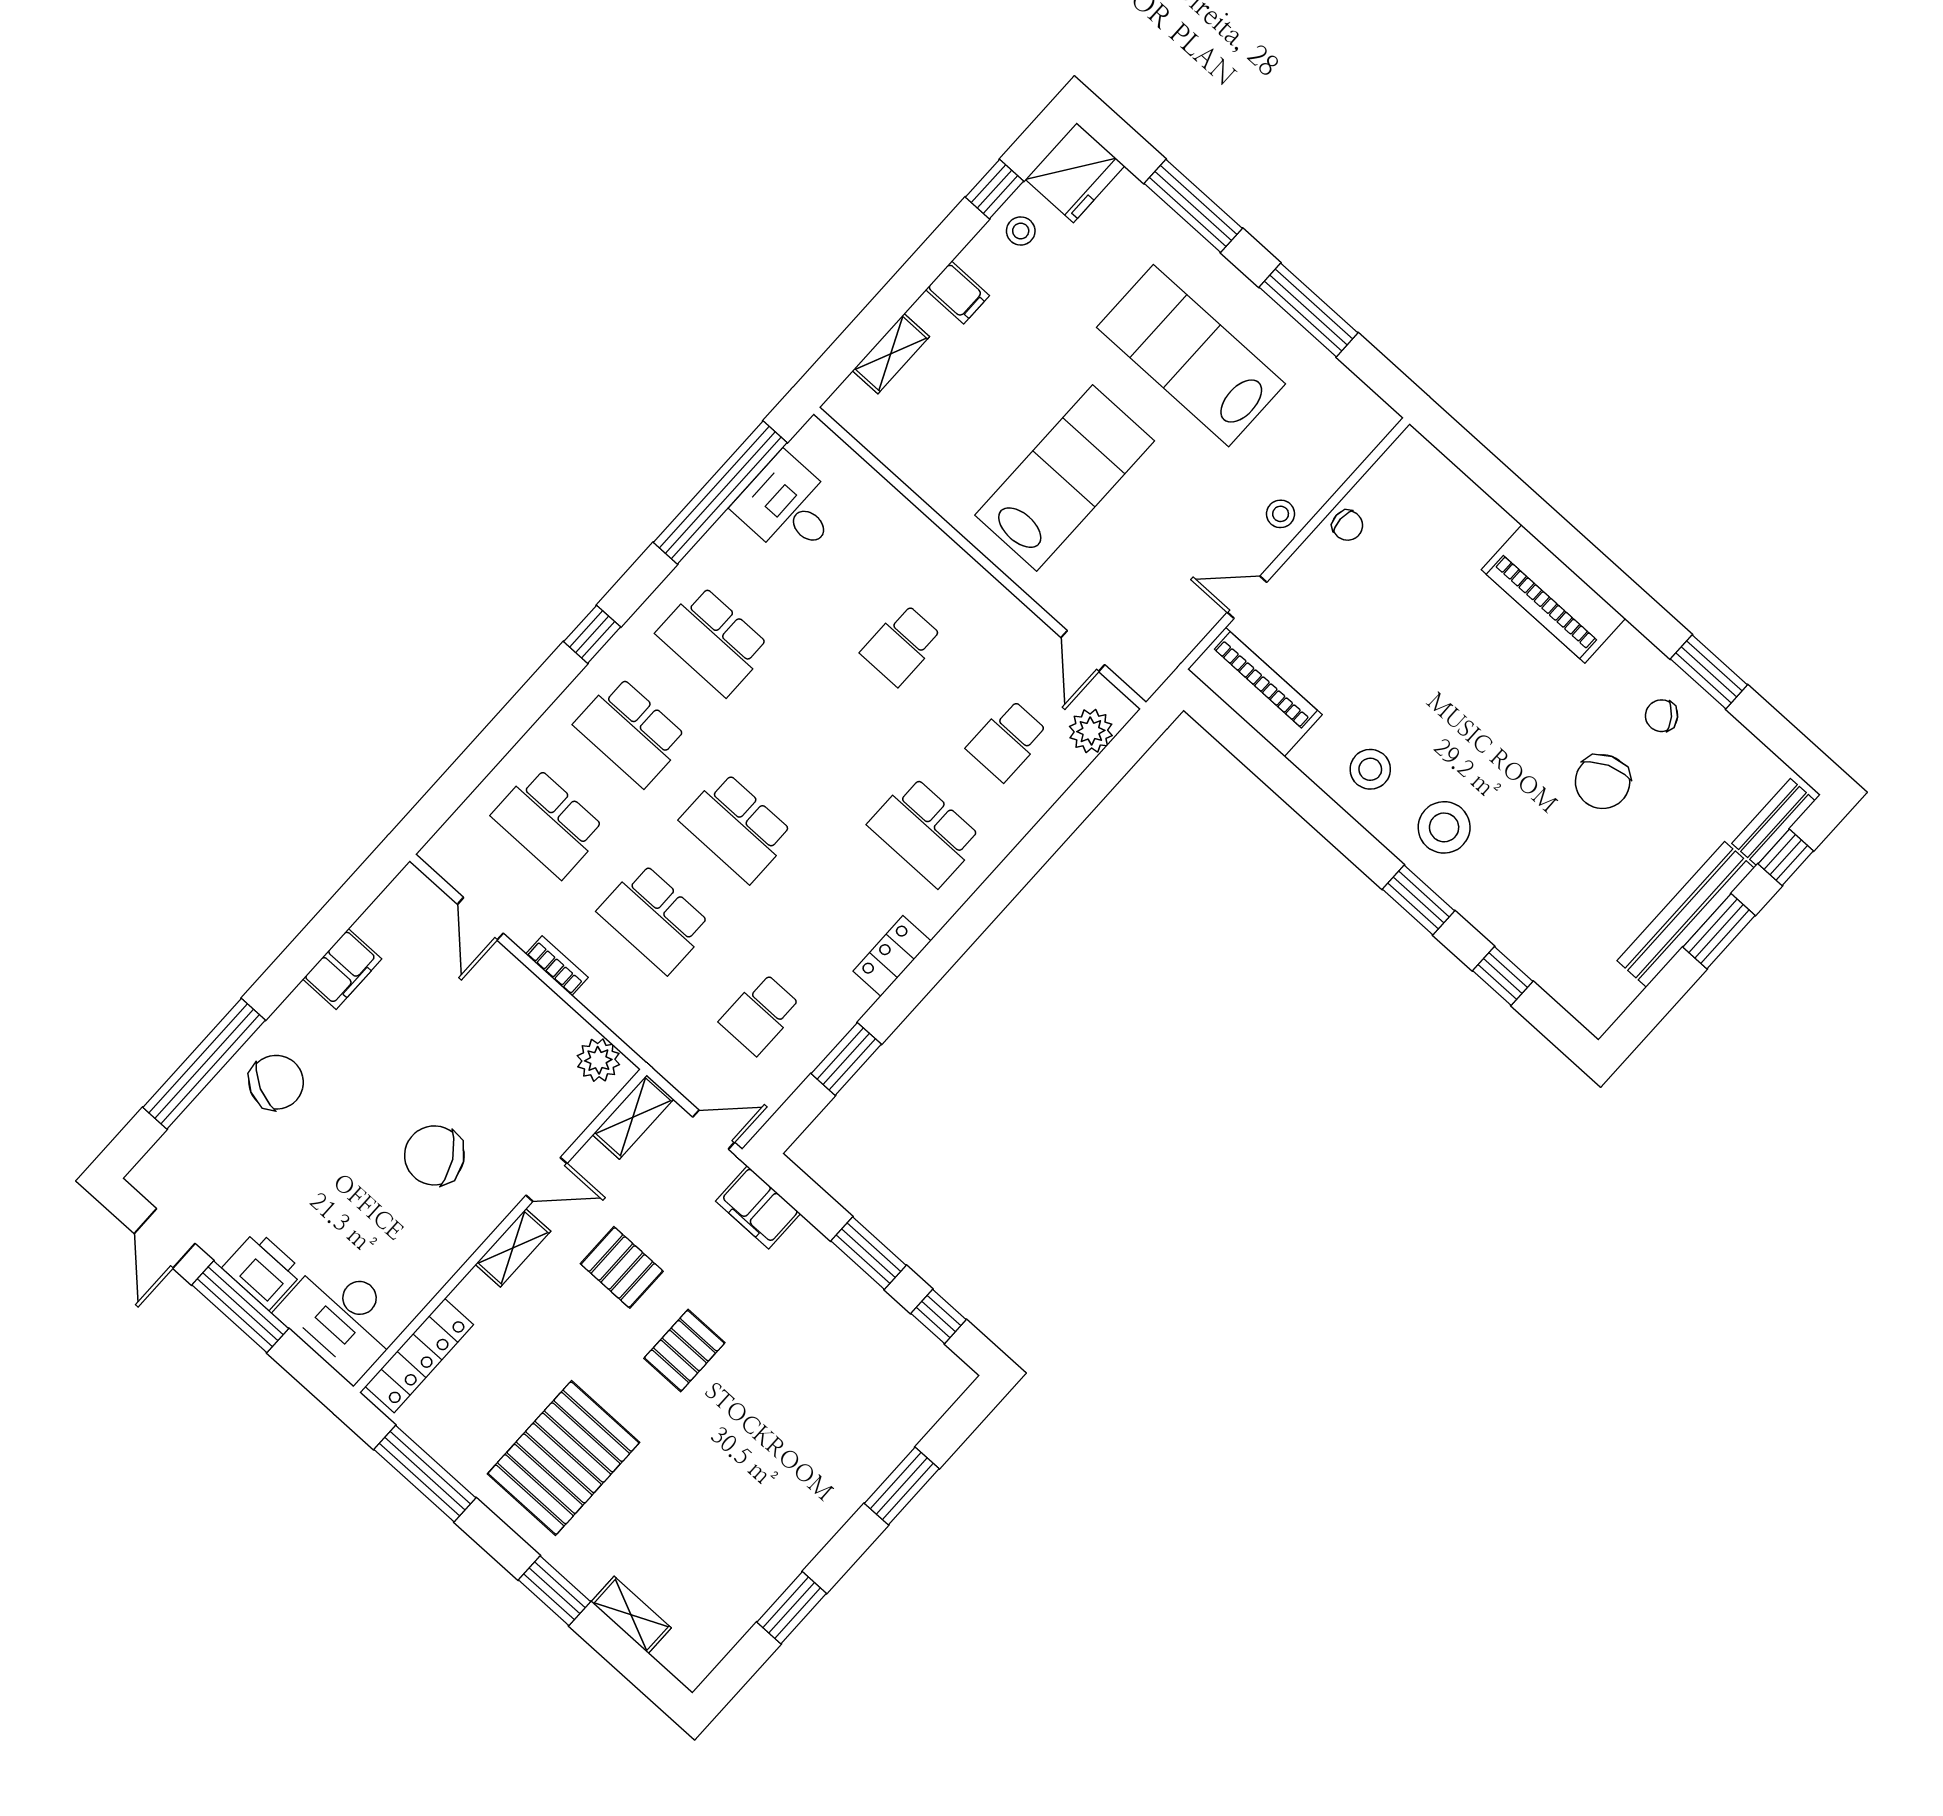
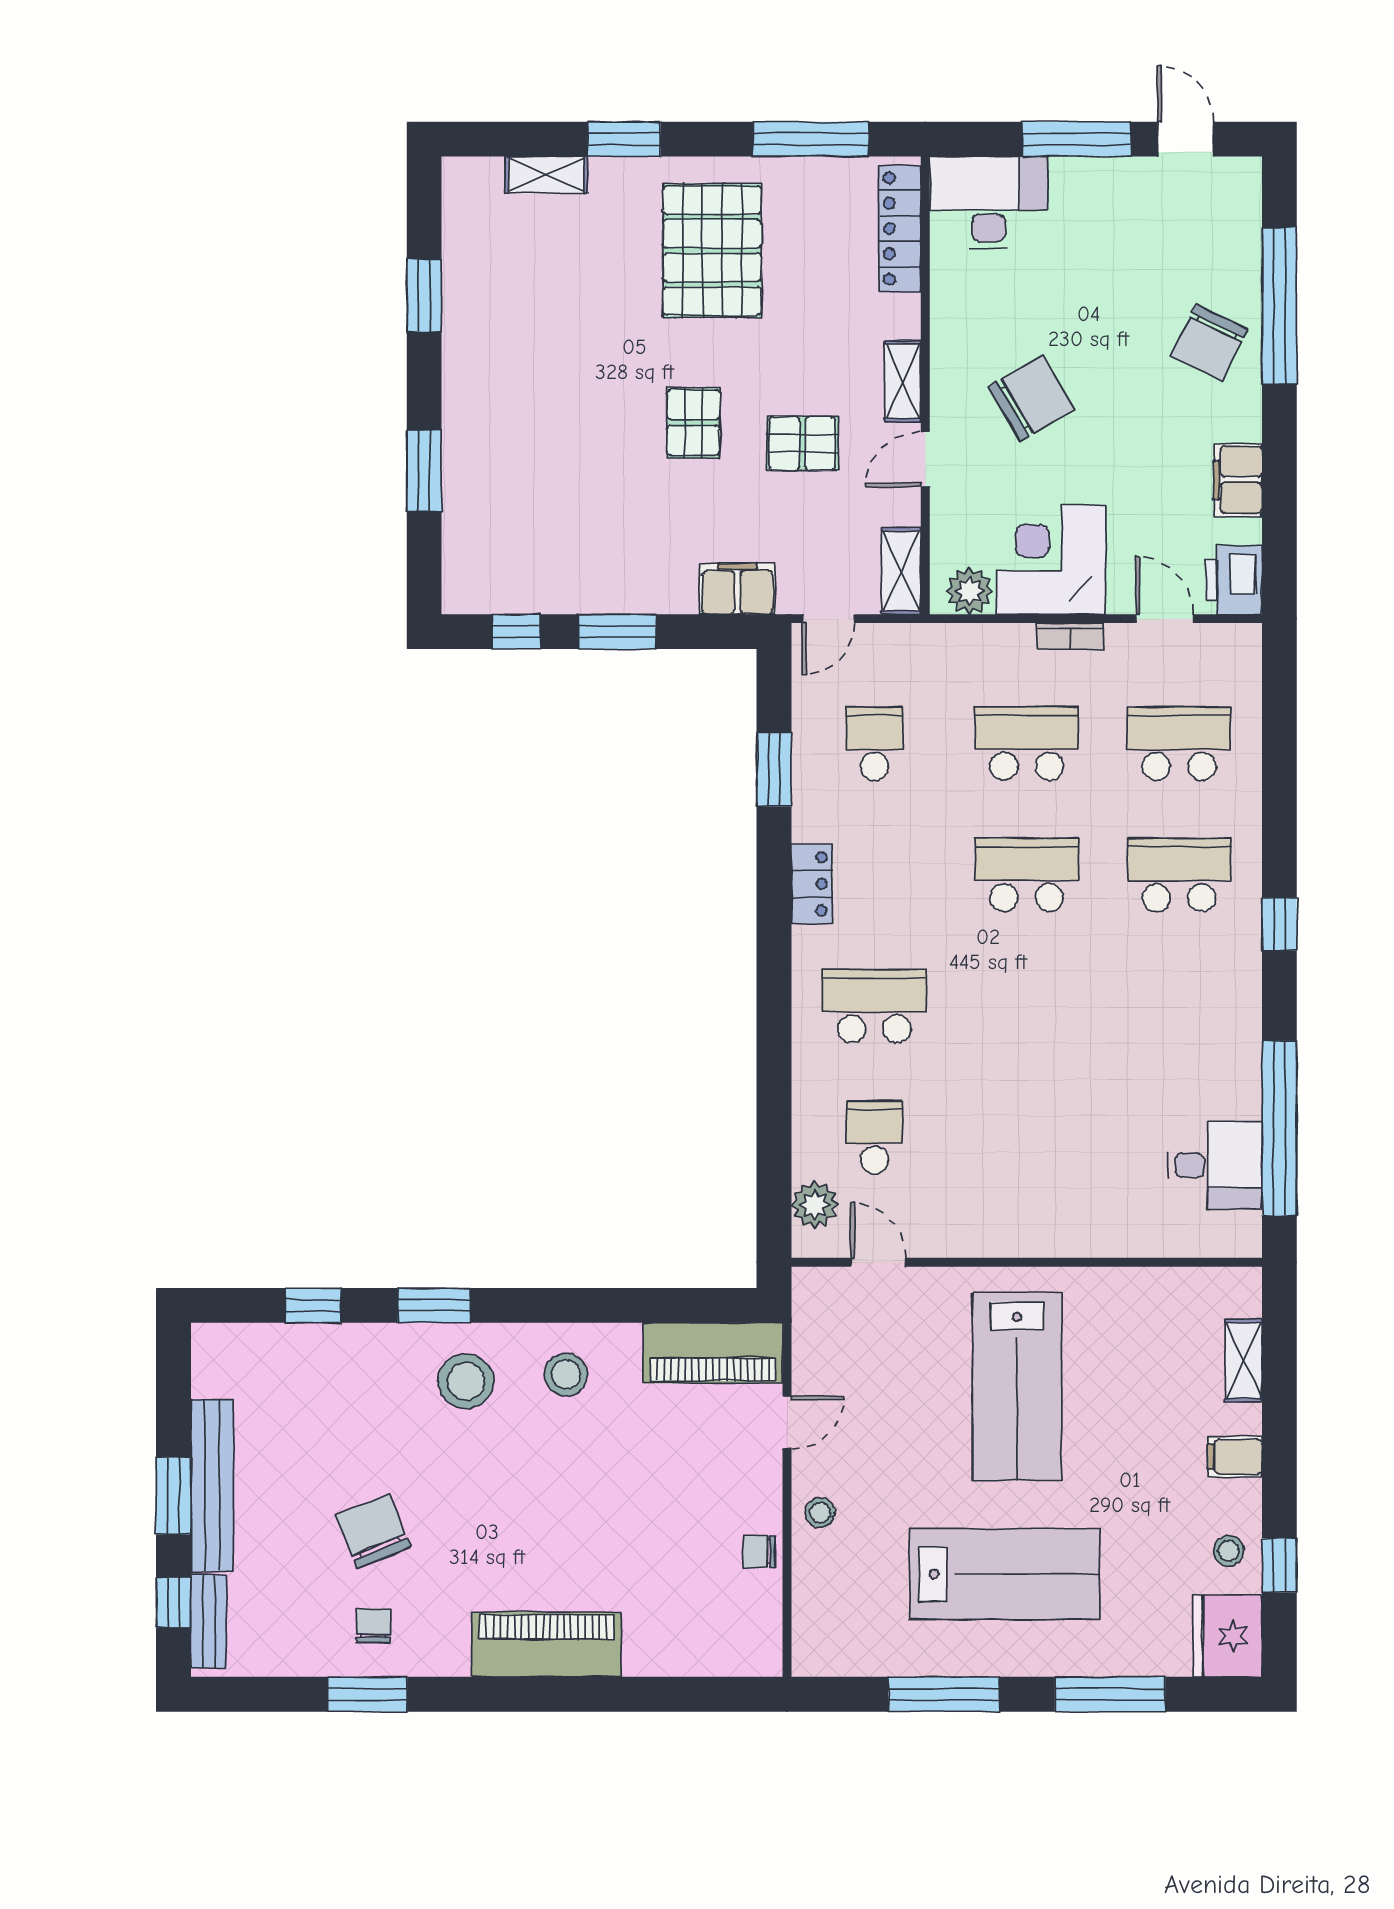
school desk: (713, 640) -> (1179, 1006), removed
school desk: (901, 645) -> (1027, 1137), removed
chair: (1662, 716) -> (374, 1626), turned -53
corner desk: (522, 1031) -> (1051, 560), added
printer: (263, 1270) -> (1234, 580), moved, turned 90

